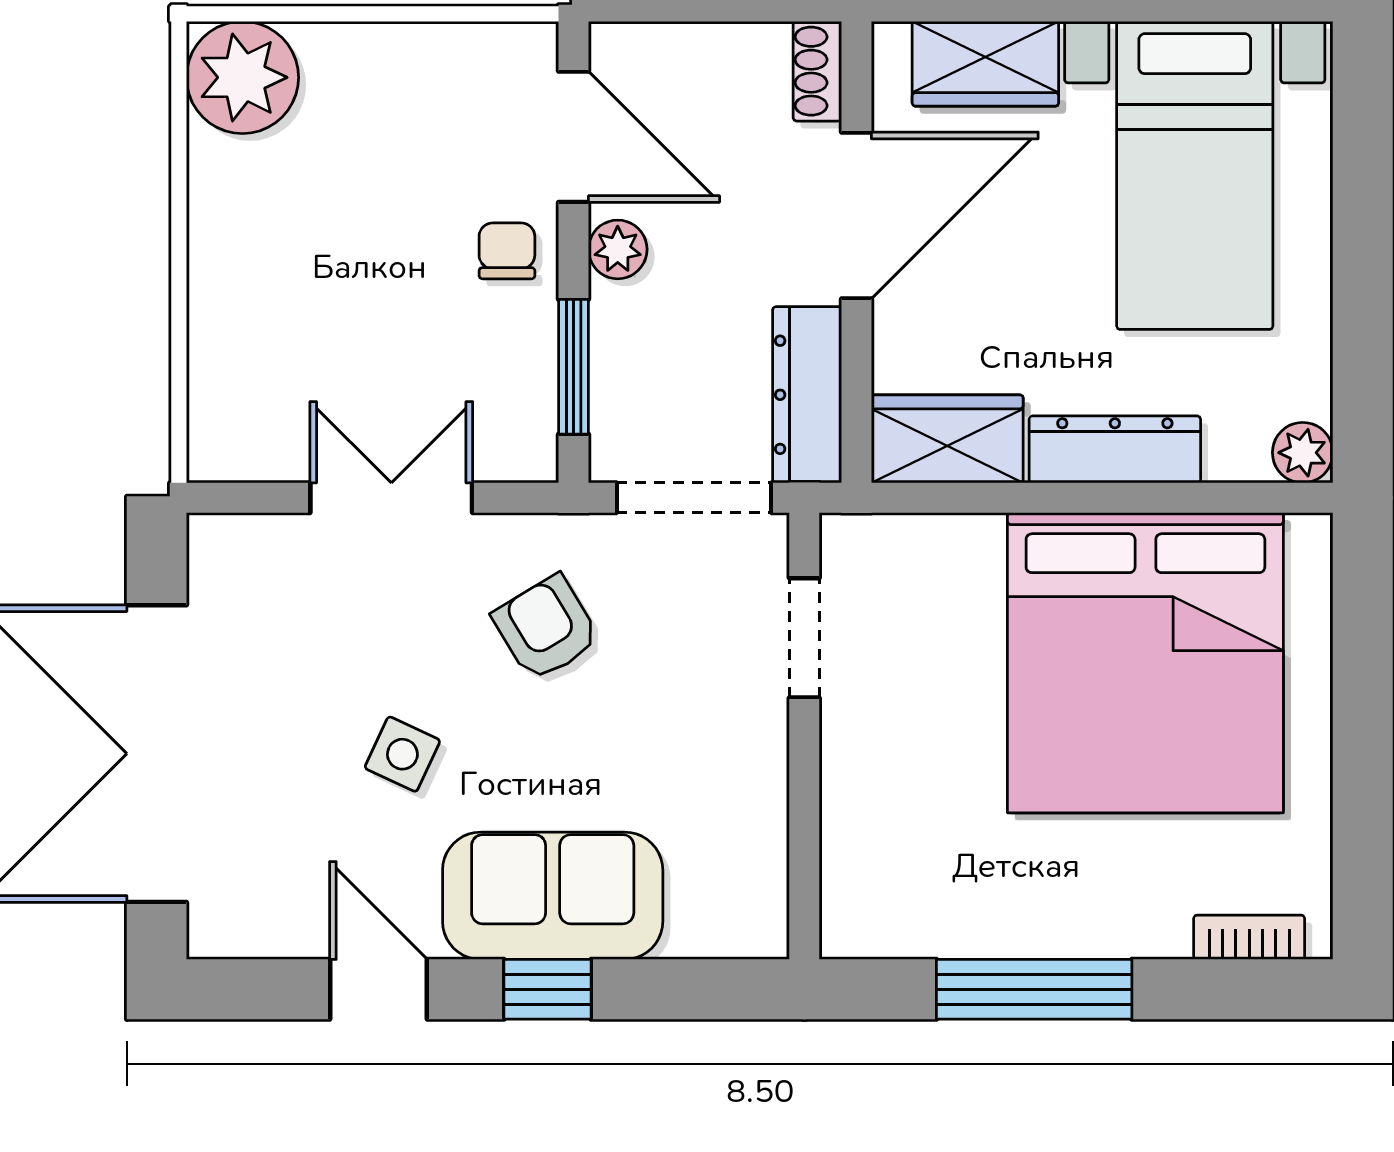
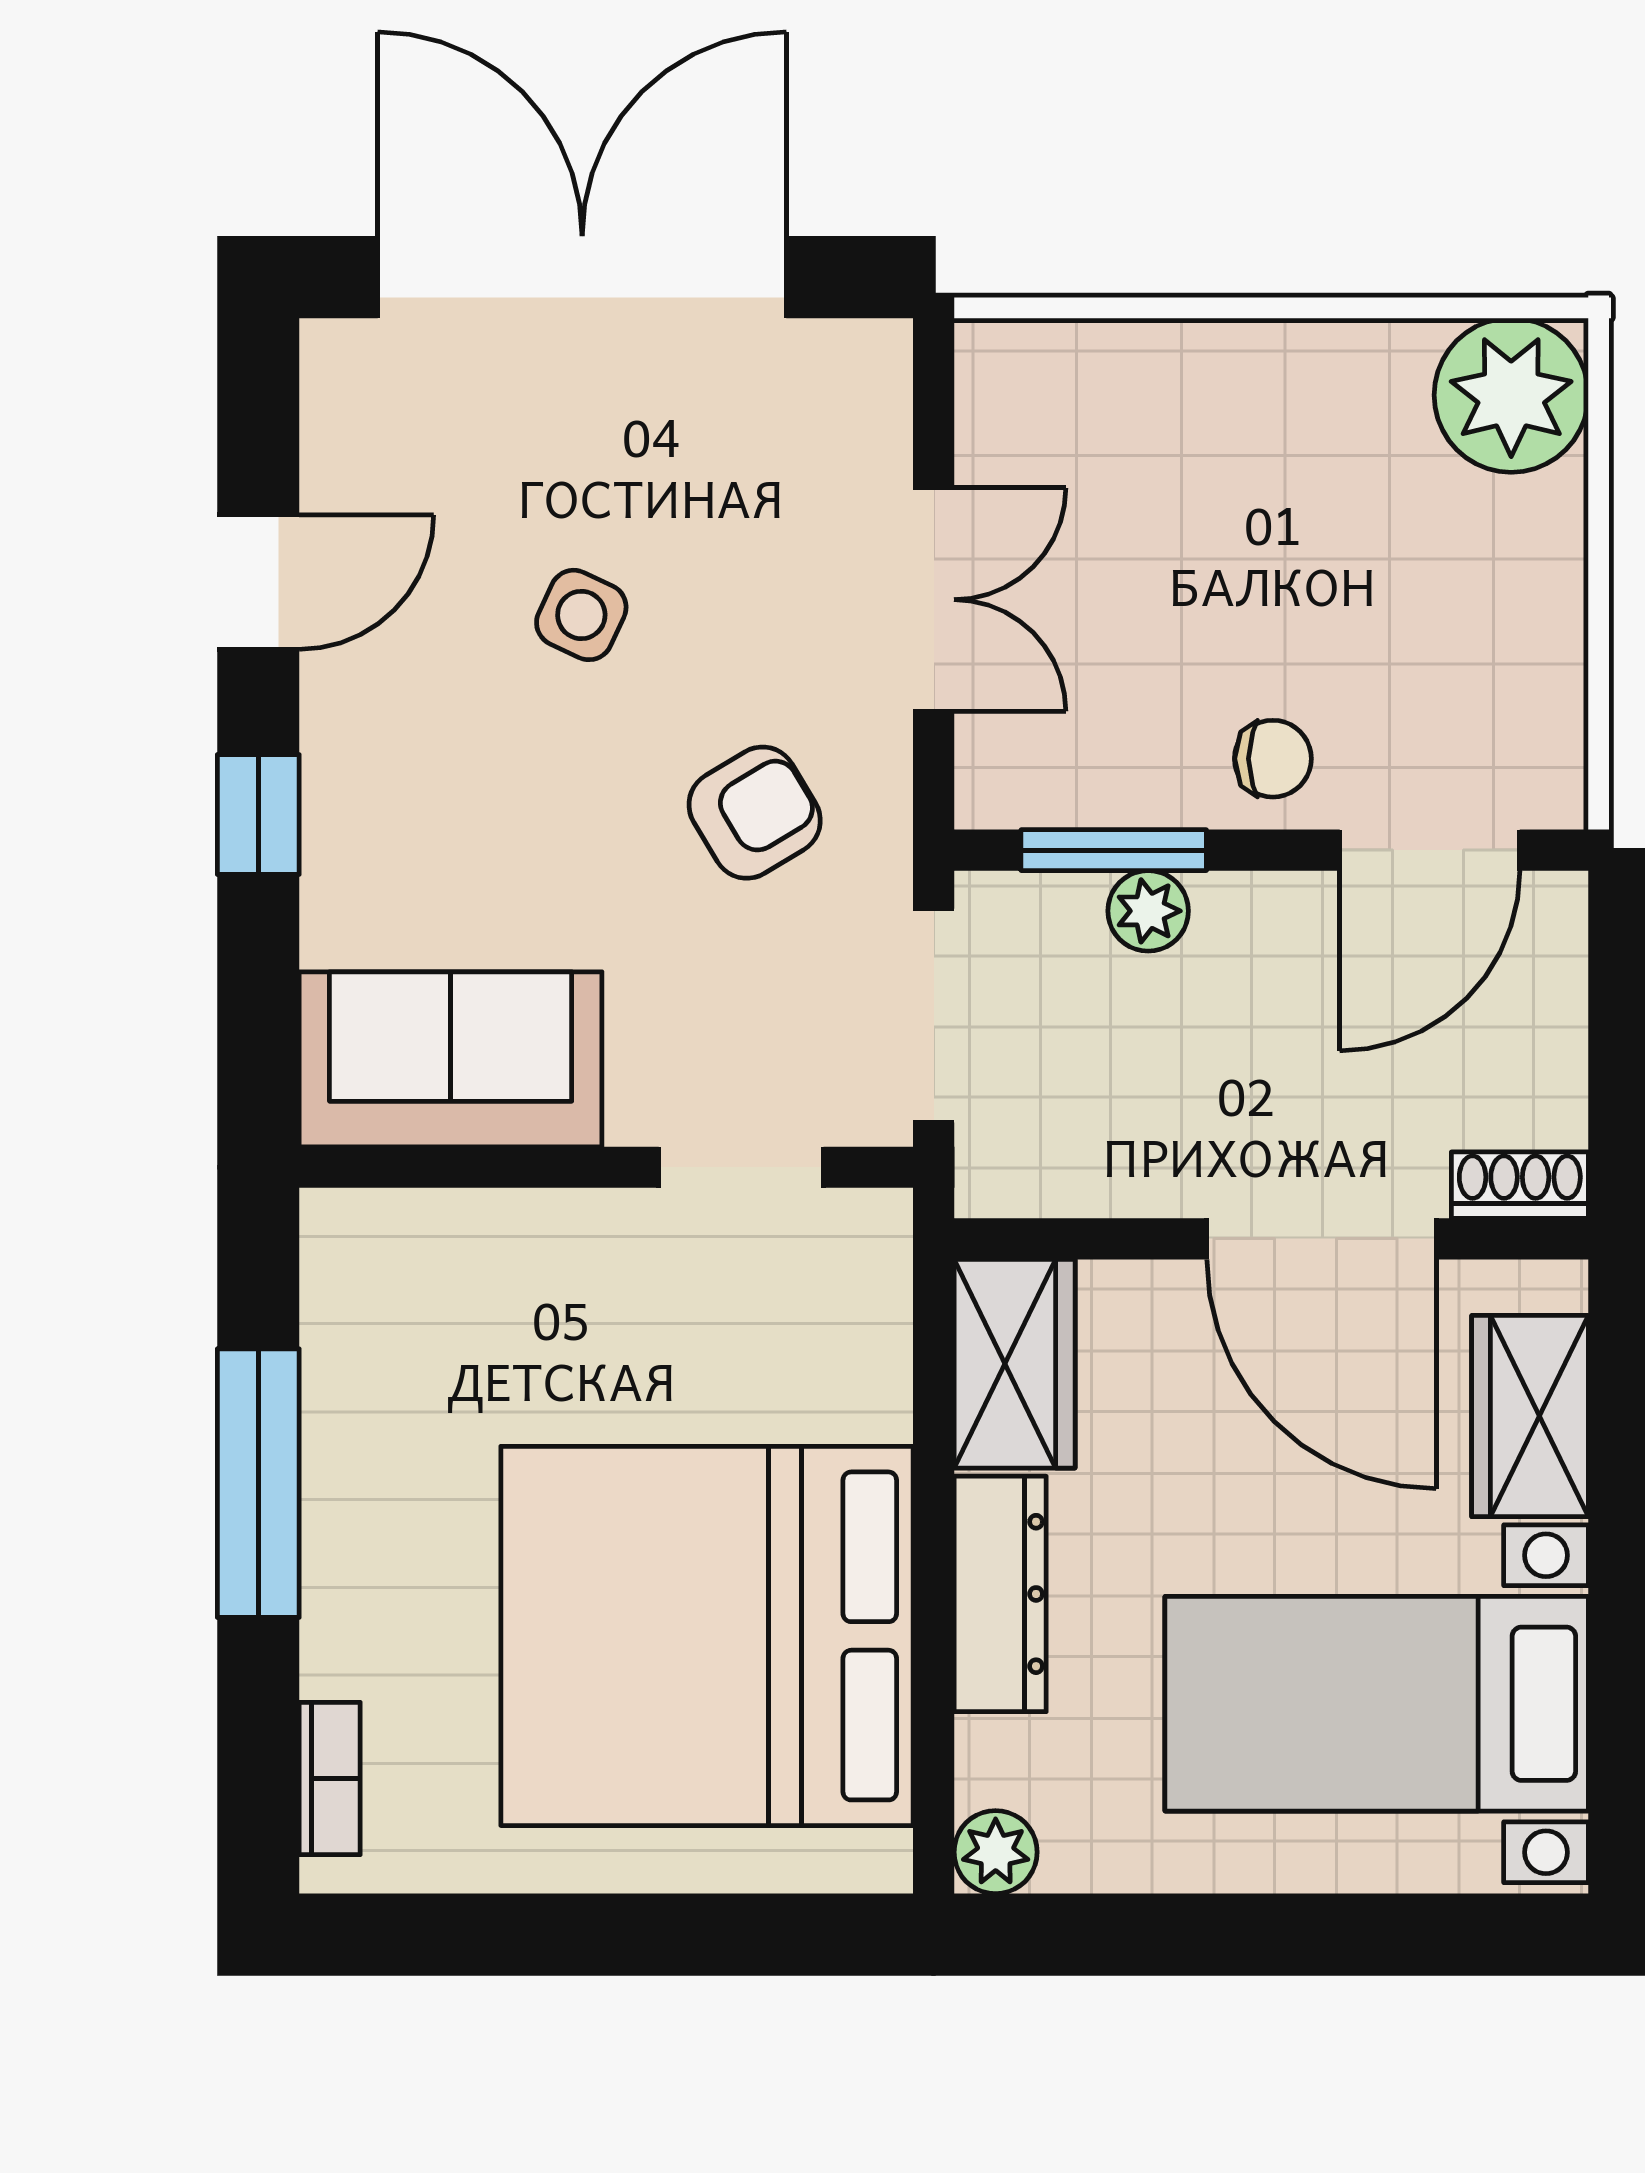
plant: (618, 249) -> (1148, 911), moved
dresser: (807, 395) -> (1075, 1171), removed
sofa: (553, 896) -> (451, 1059), moved, turned -90

